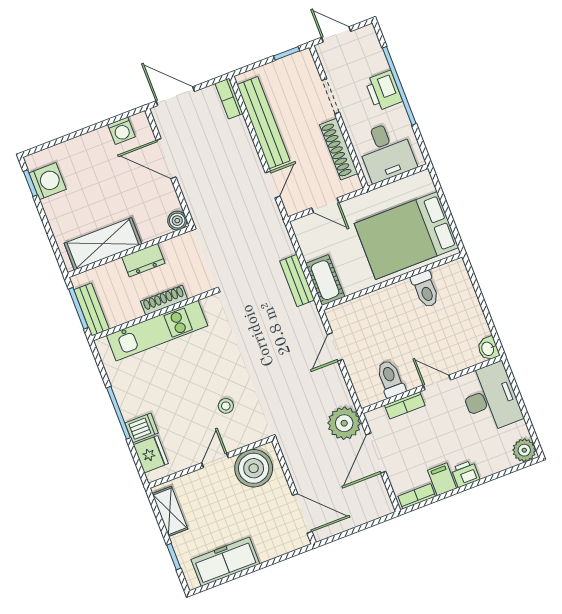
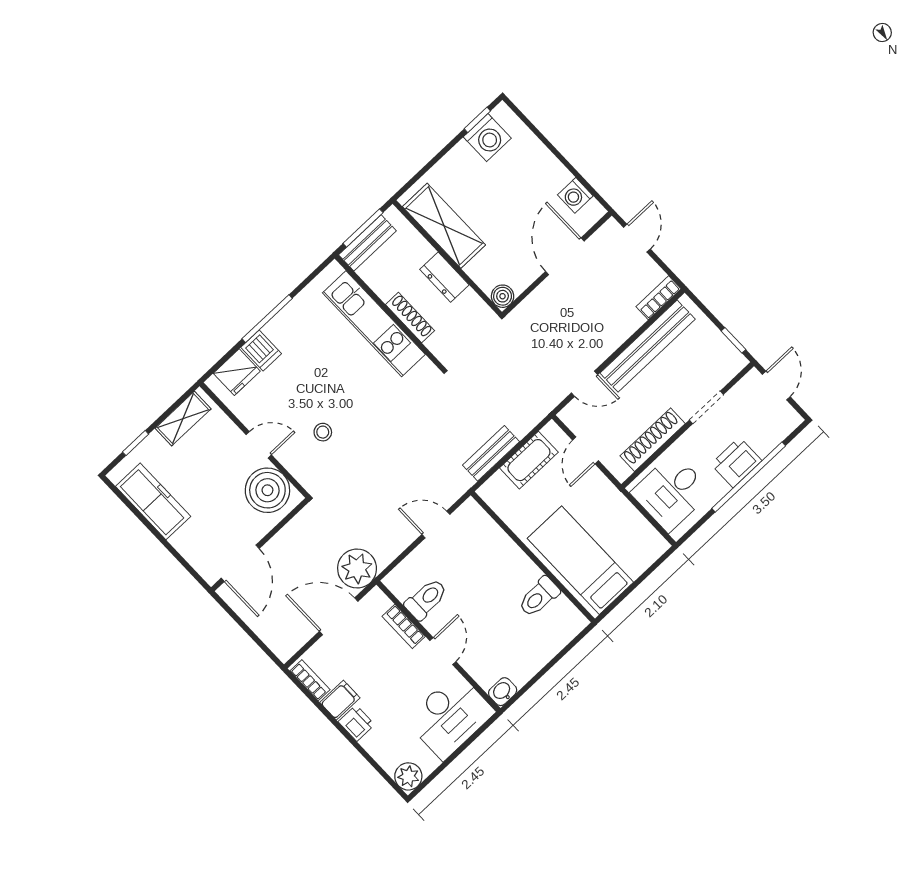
door: (175, 96) -> (637, 238), width x0.73
bed: (406, 236) -> (580, 560), width x0.67
cot: (325, 280) -> (529, 460), moved

